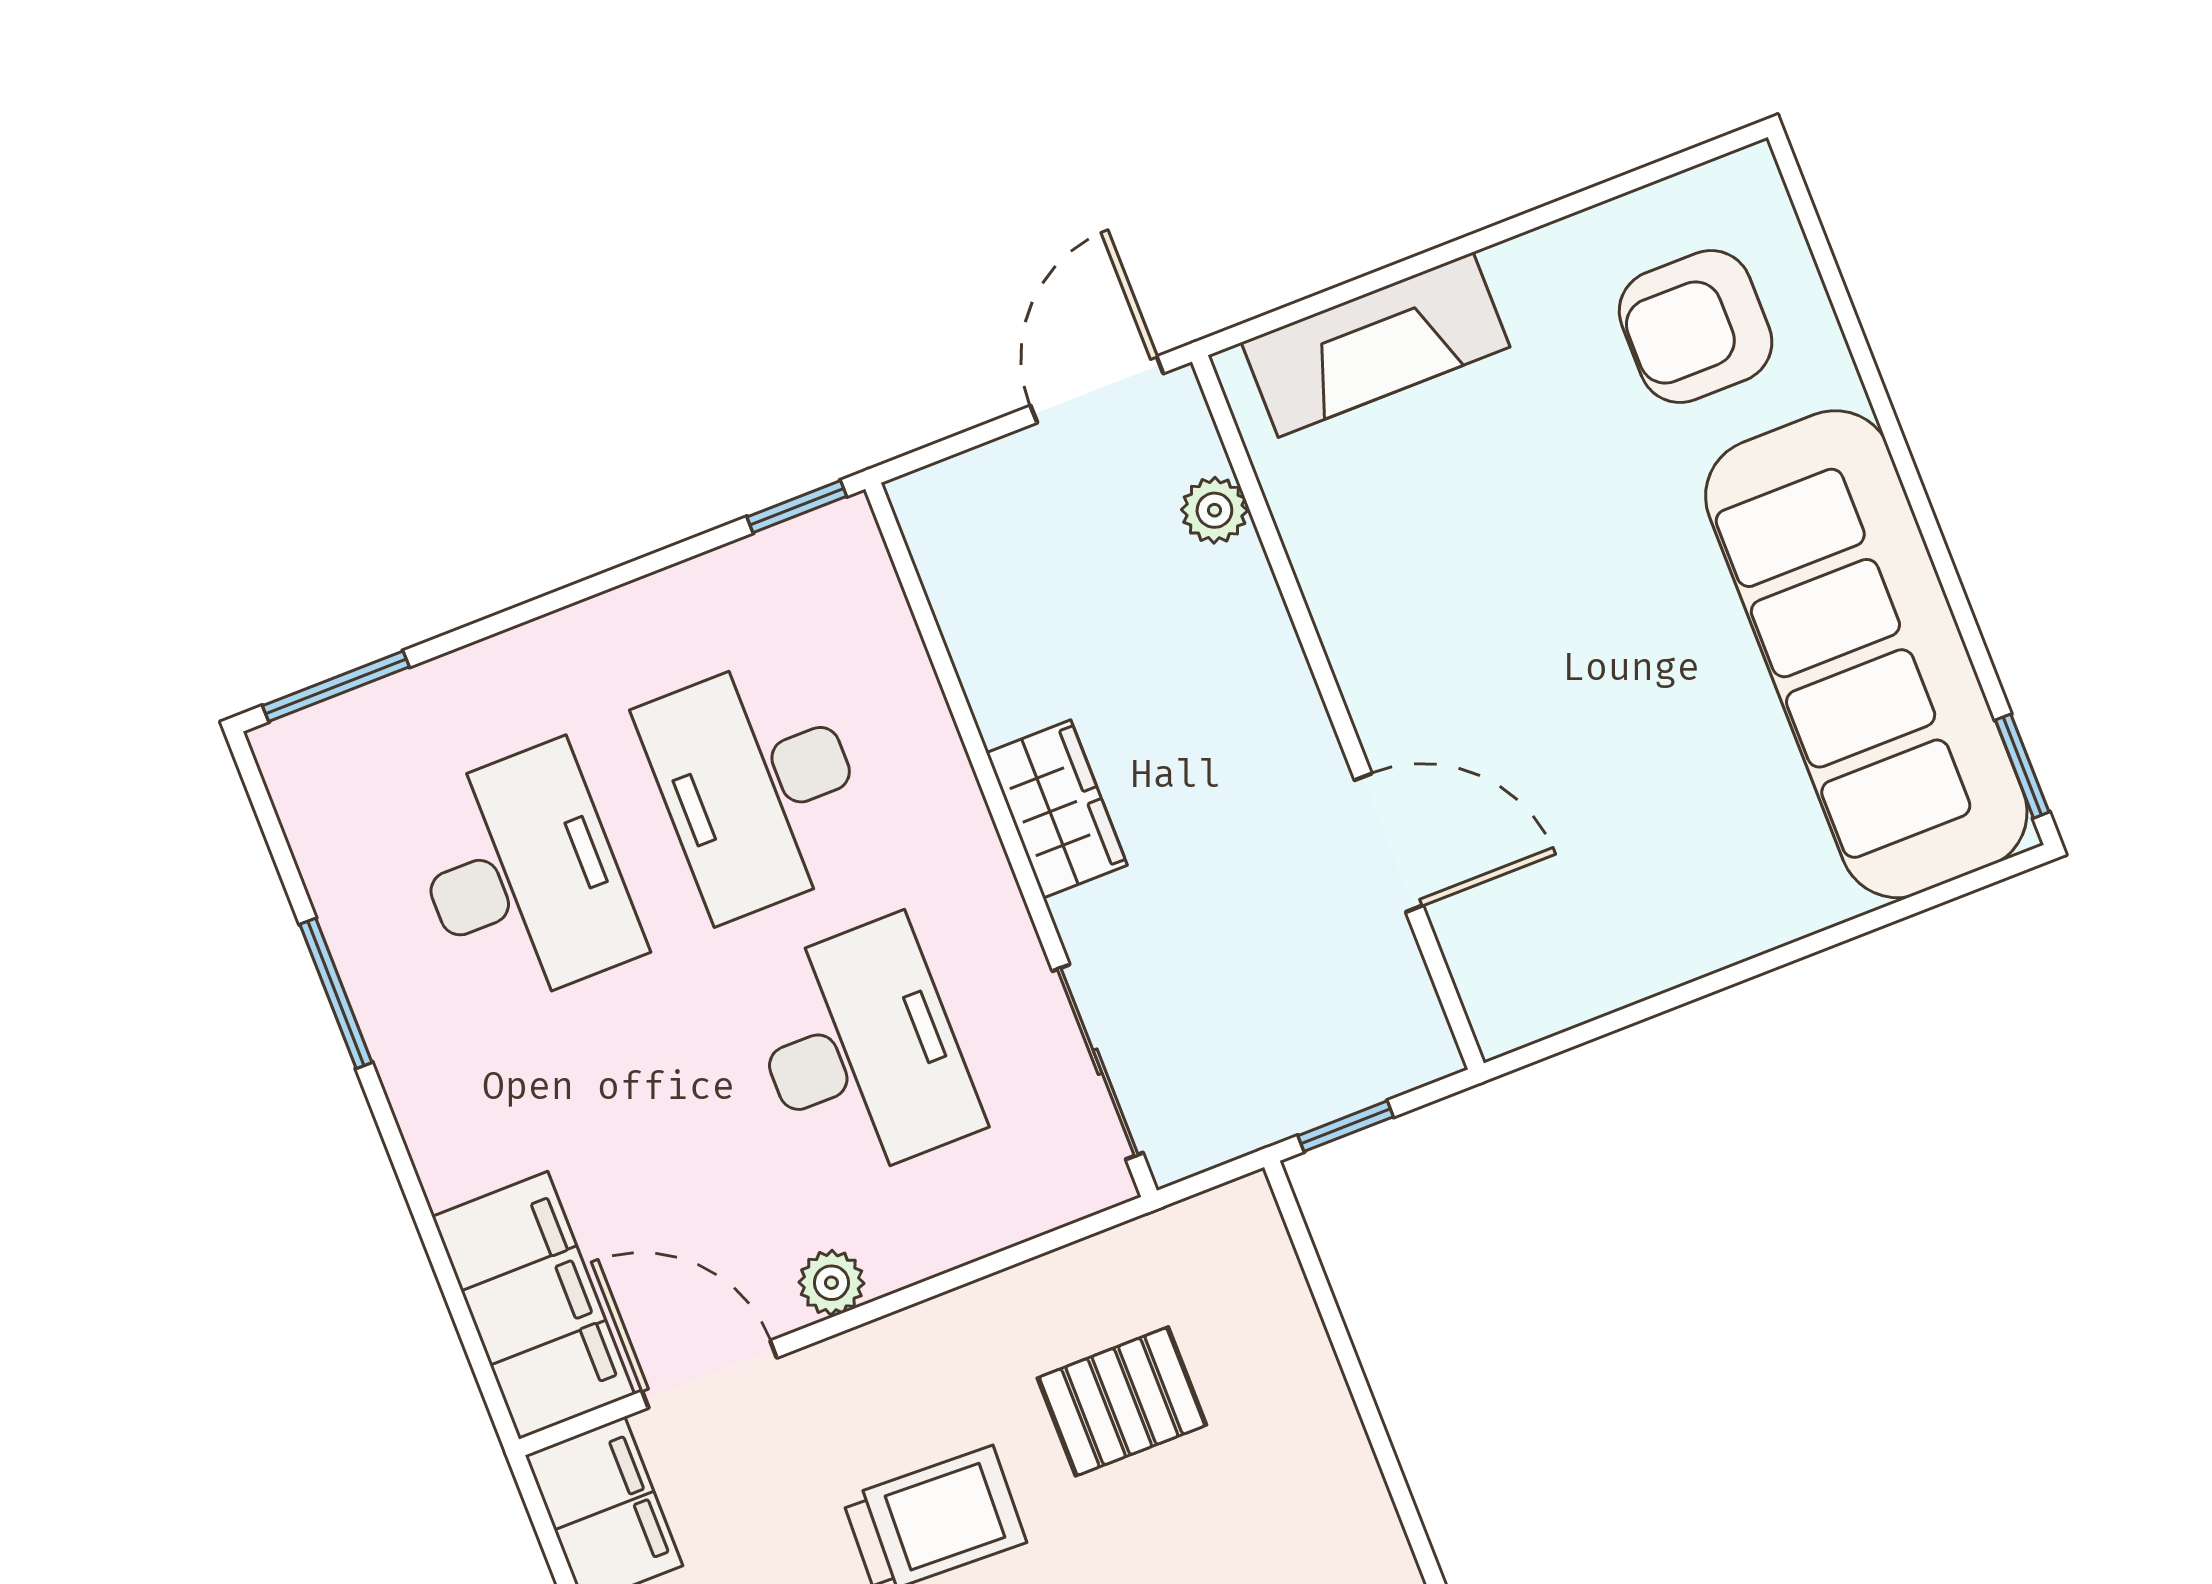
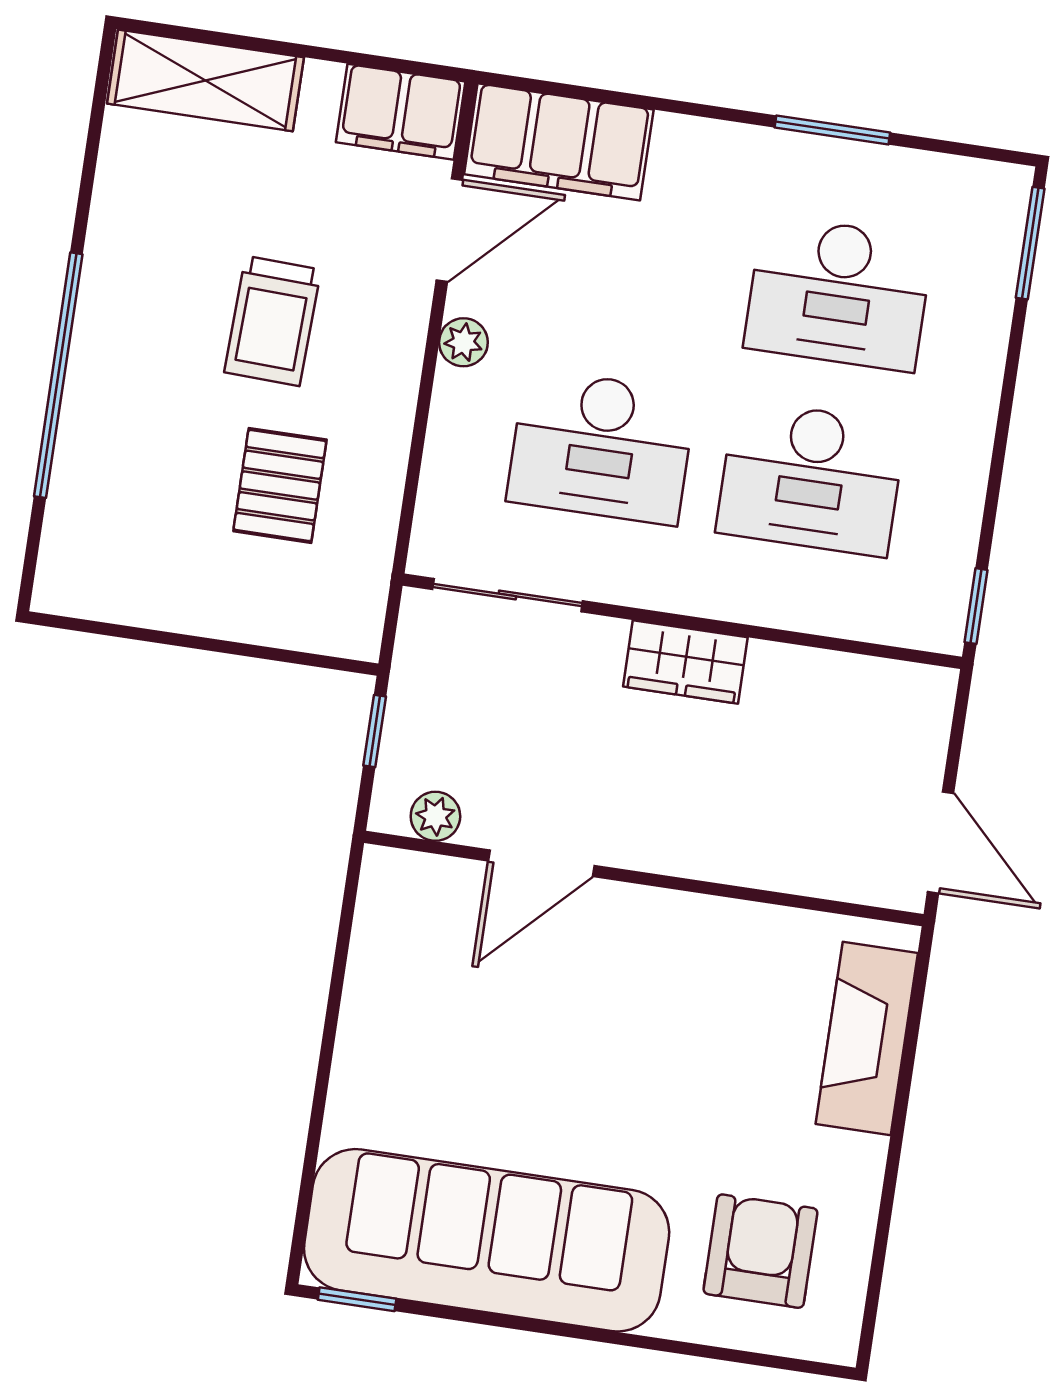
plant: (1214, 510) -> (435, 816), moved
desk: (758, 785) -> (811, 478), turned 180

